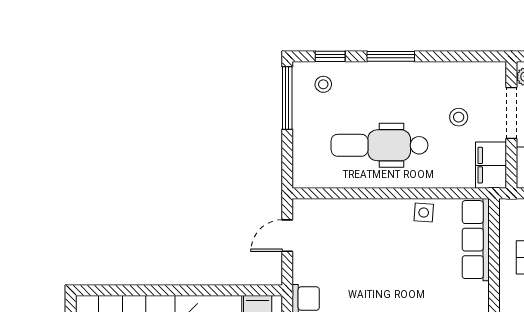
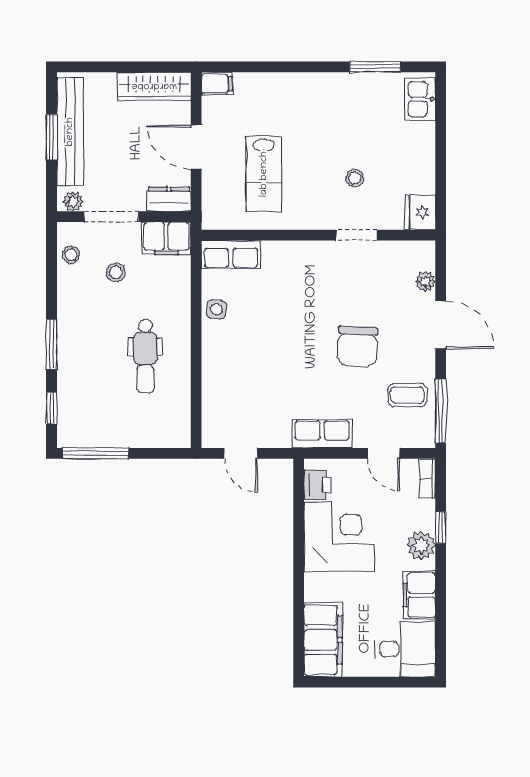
stool: (323, 84) -> (71, 255), moved
dental chair: (379, 145) -> (145, 356), width x0.73, depth x0.72
row of seats: (476, 240) -> (231, 254), width x0.68

